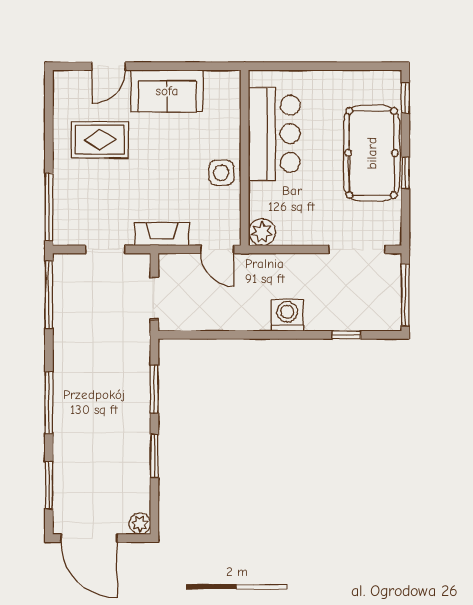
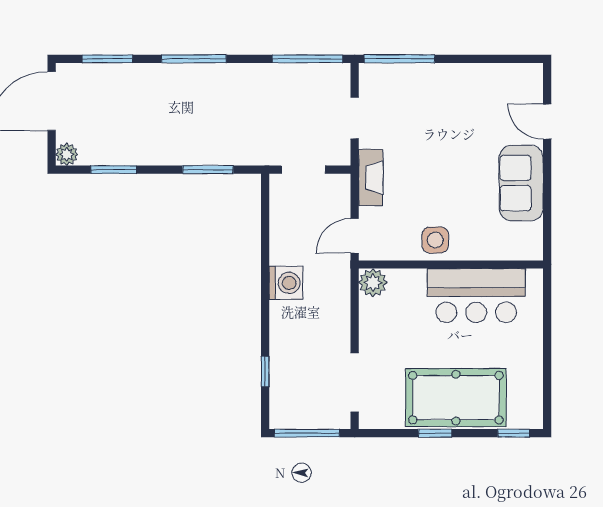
rug: (100, 140) -> (470, 112), removed
washing machine: (287, 315) -> (286, 283), moved
window: (154, 456) -> (113, 170), moved

